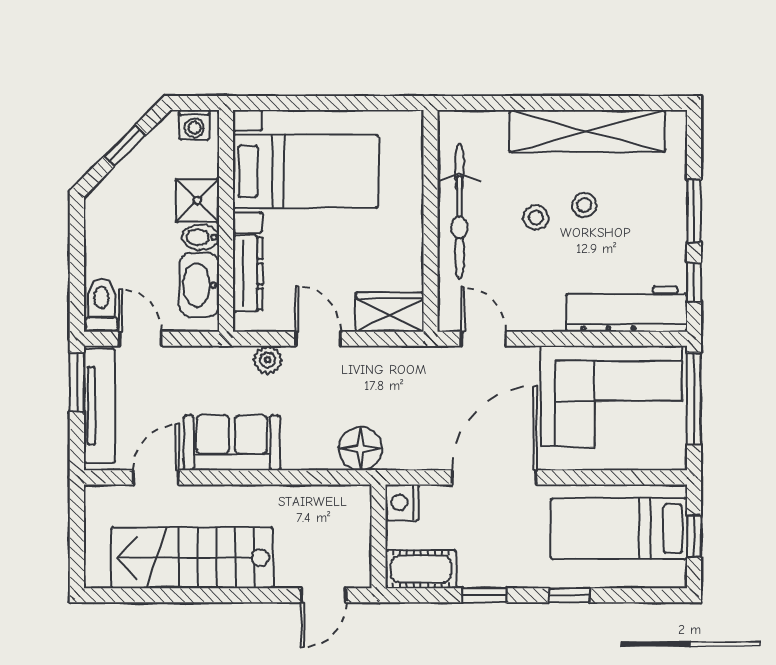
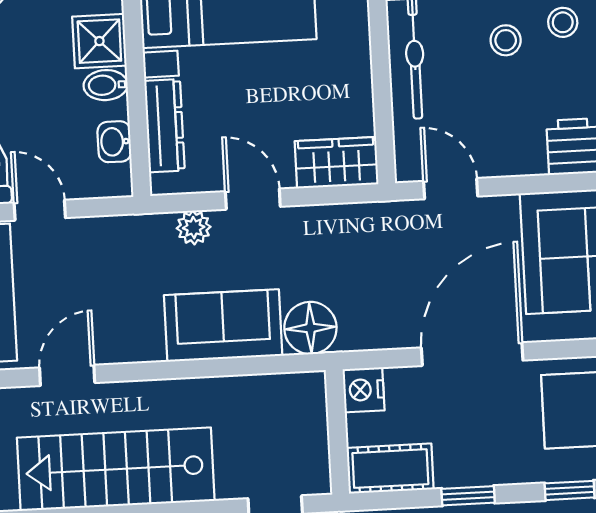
washbasin: (199, 285) -> (114, 142), width x0.52, depth x0.69
sofa: (232, 443) -> (223, 325), moved

